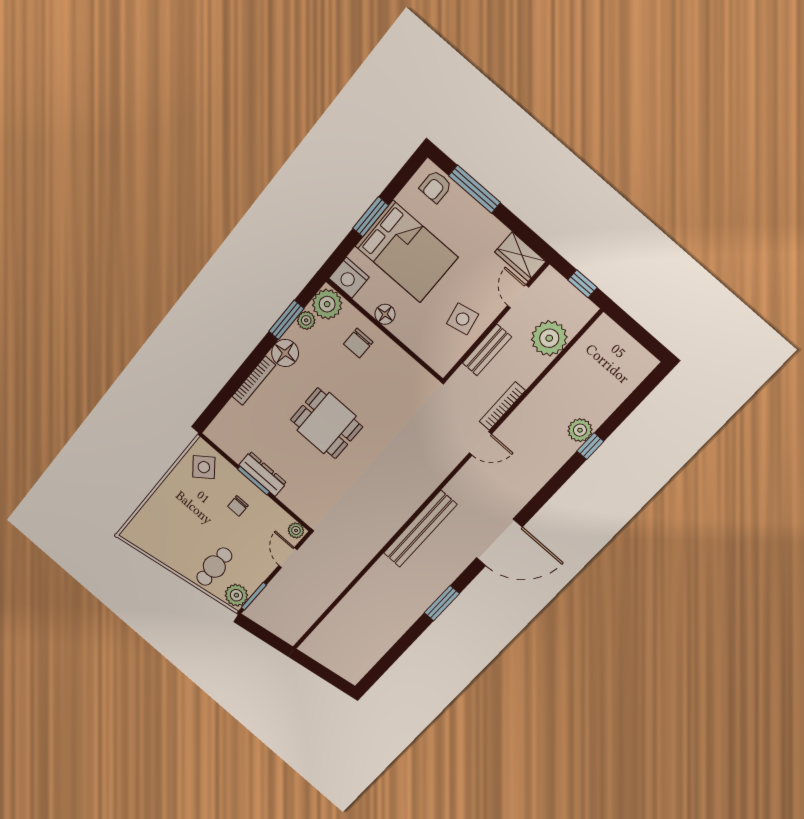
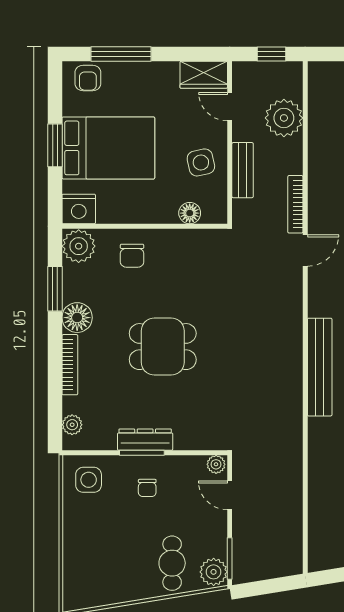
floor lamp: (385, 314) -> (190, 213), moved
plant: (306, 320) -> (72, 425), moved
side table: (204, 467) -> (89, 480), turned 37

